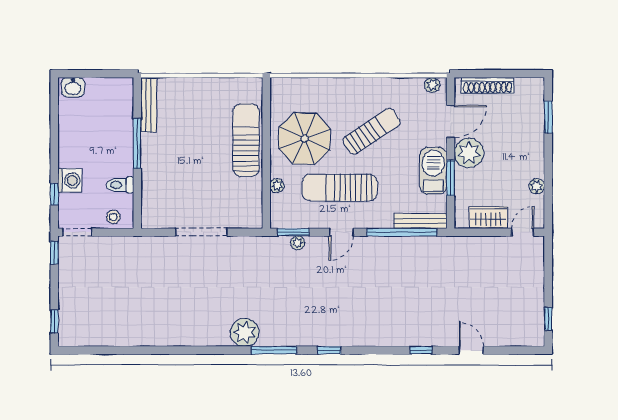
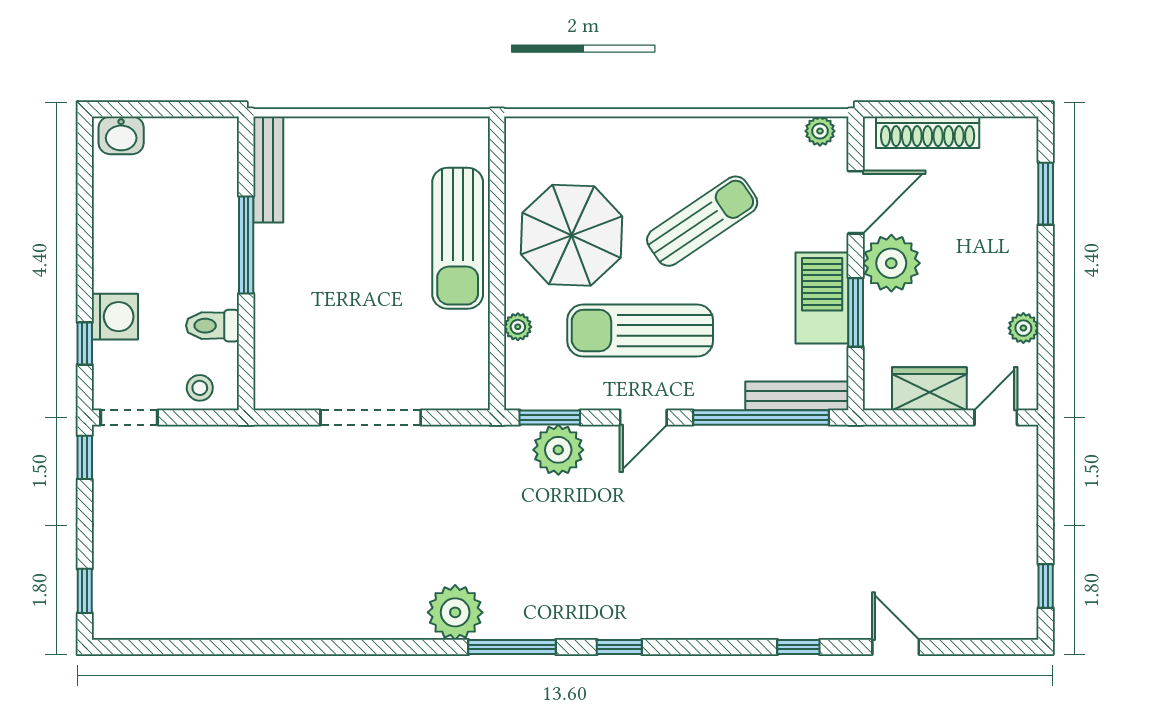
sun lounger: (246, 140) -> (458, 238), turned 180
plant: (298, 243) -> (558, 450), width x1.88, depth x1.88

